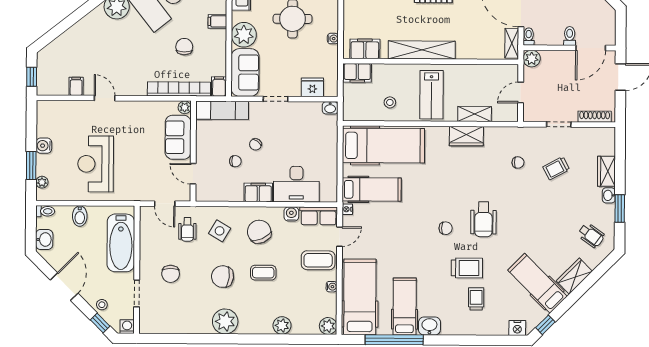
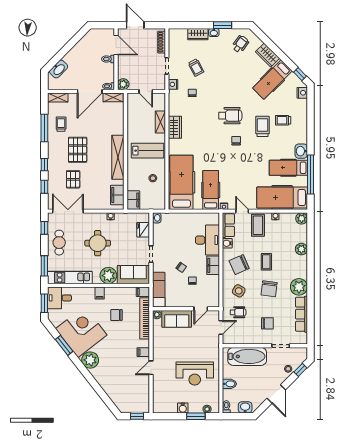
filing cabinet: (76, 86) -> (143, 352), moved
nightstand: (531, 134) -> (173, 84), added
door: (64, 287) -> (276, 394), swing flipped
row of seats: (184, 325) -> (301, 314), added
washing machine: (127, 327) -> (303, 352), removed

